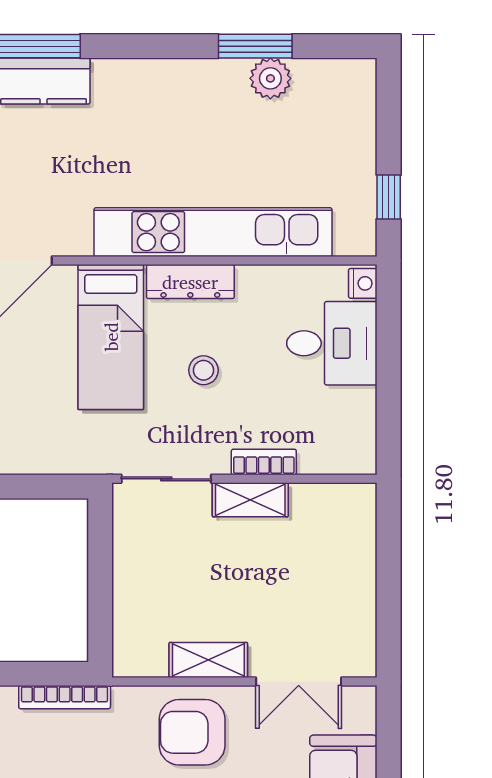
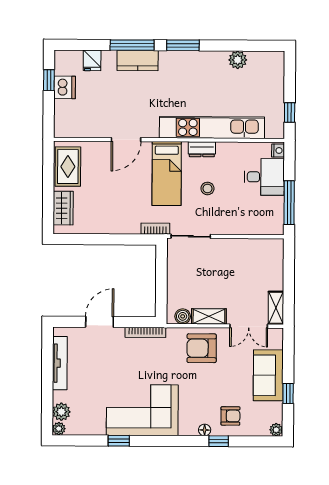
window: (255, 46) -> (183, 45), moved
dresser: (190, 282) -> (202, 149), width x0.70
window: (389, 401) -> (289, 203), added
bookcase: (264, 462) -> (155, 229), moved
shelving: (250, 500) -> (276, 308), moved, turned 90
boiler: (149, 660) -> (183, 316), added

